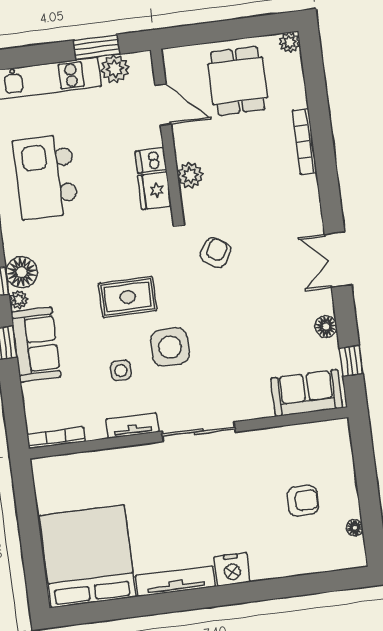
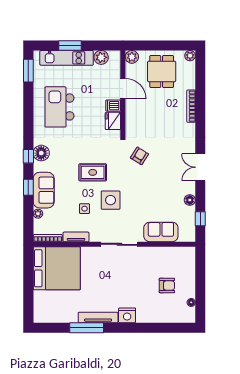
window: (97, 47) -> (70, 45), moved
door: (163, 105) -> (123, 89), moved
plant: (190, 175) -> (132, 57), moved
plant: (19, 300) -> (38, 214), moved
sofa: (307, 393) -> (161, 232), moved
tv unit: (132, 426) -> (76, 237), moved
bed: (88, 556) -> (57, 268), moved, turned 90
window: (155, 604) -> (87, 328), added

